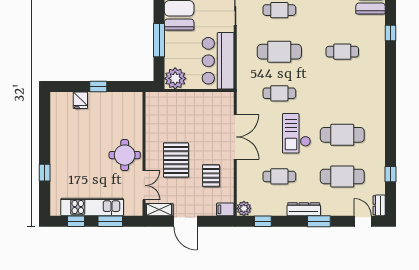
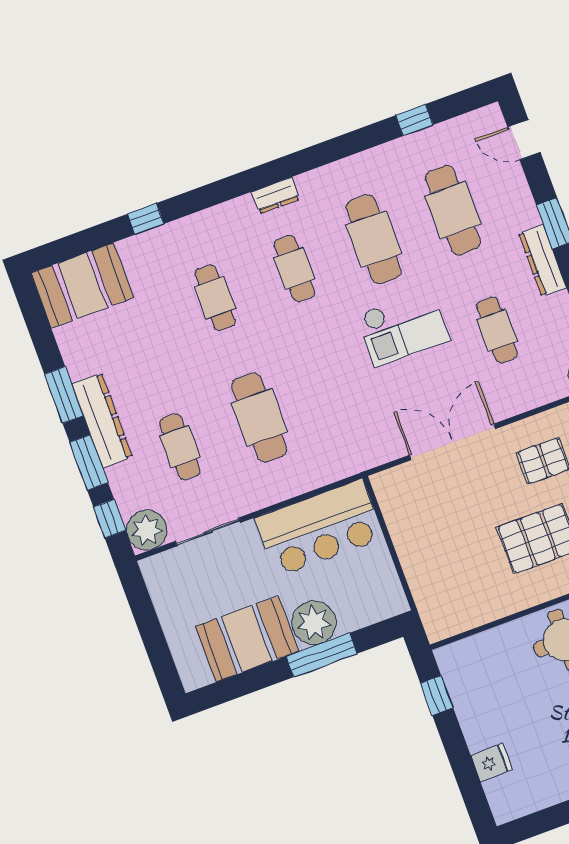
plant: (175, 78) -> (314, 623), moved
window: (98, 86) -> (437, 696), moved
cafe table: (279, 93) -> (294, 268), moved
dresser: (379, 205) -> (276, 196), moved
door: (363, 221) -> (524, 140), hinge flipped

